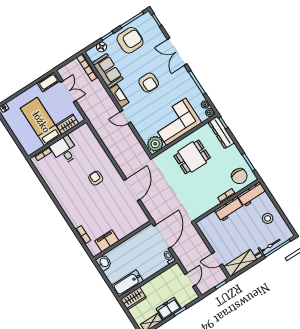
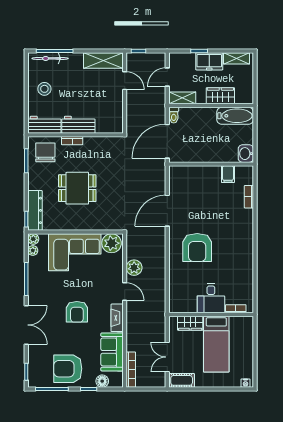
armchair: (149, 83) -> (77, 312), turned 180
plant: (129, 137) -> (134, 268), added
dining table: (192, 157) -> (77, 188), moved
armchair: (96, 178) -> (197, 248), width x1.88, depth x1.88
filing cabinet: (107, 241) -> (228, 174), width x0.50
bicycle: (268, 247) -> (50, 58), moved
shelving: (171, 272) -> (182, 98), added
wardrobe: (133, 299) -> (220, 96), moved

